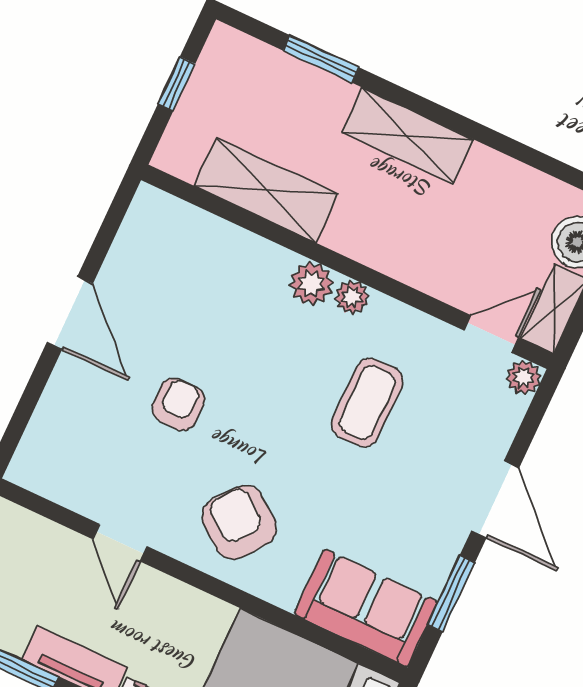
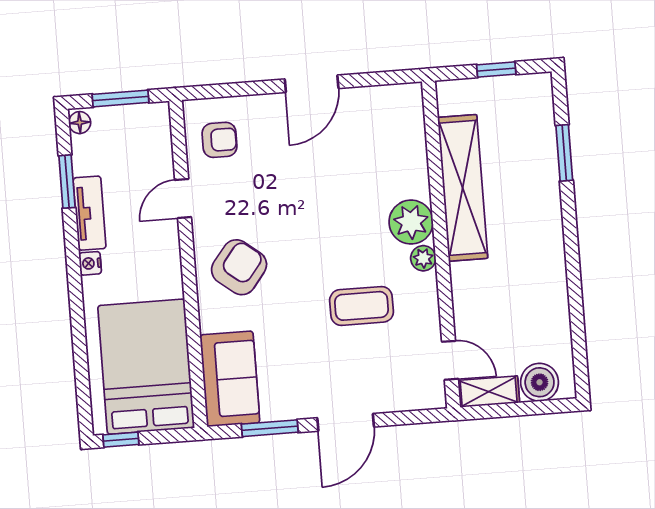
shelving: (408, 136) -> (546, 236), removed
shelving: (266, 190) -> (463, 188), width x1.47
plant: (311, 284) -> (411, 222), width x1.36, depth x1.36
plant: (524, 377) -> (434, 397), removed
armchair: (178, 404) -> (219, 140), moved

